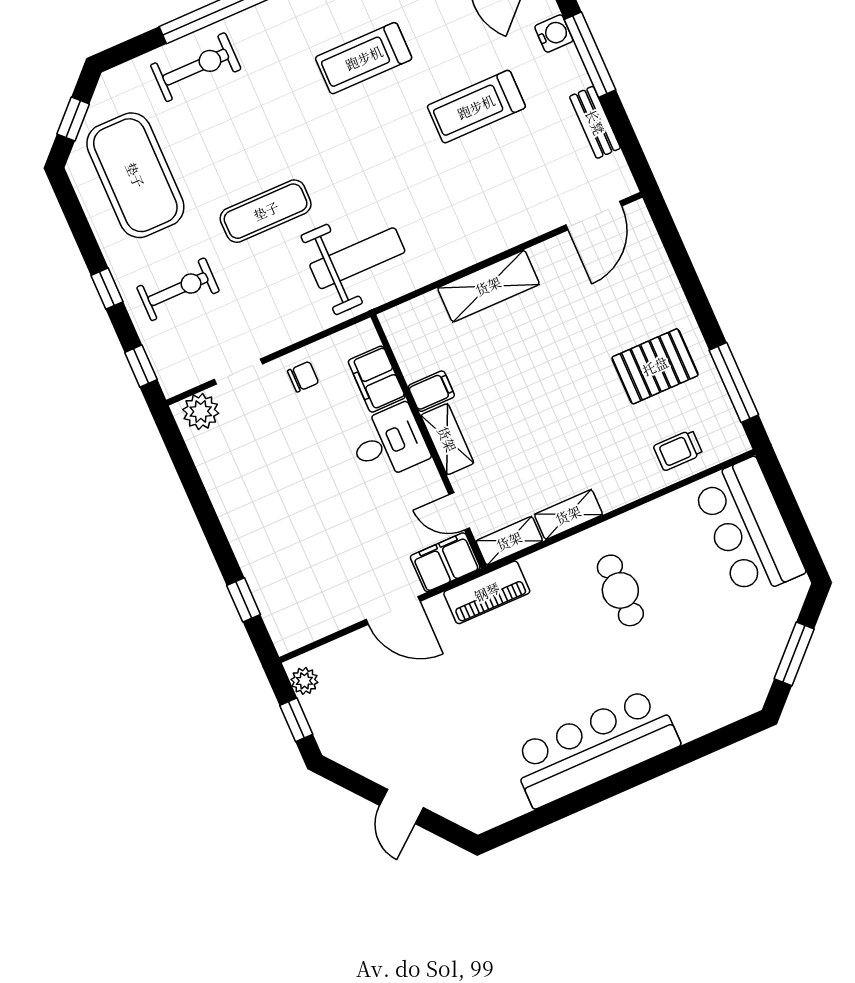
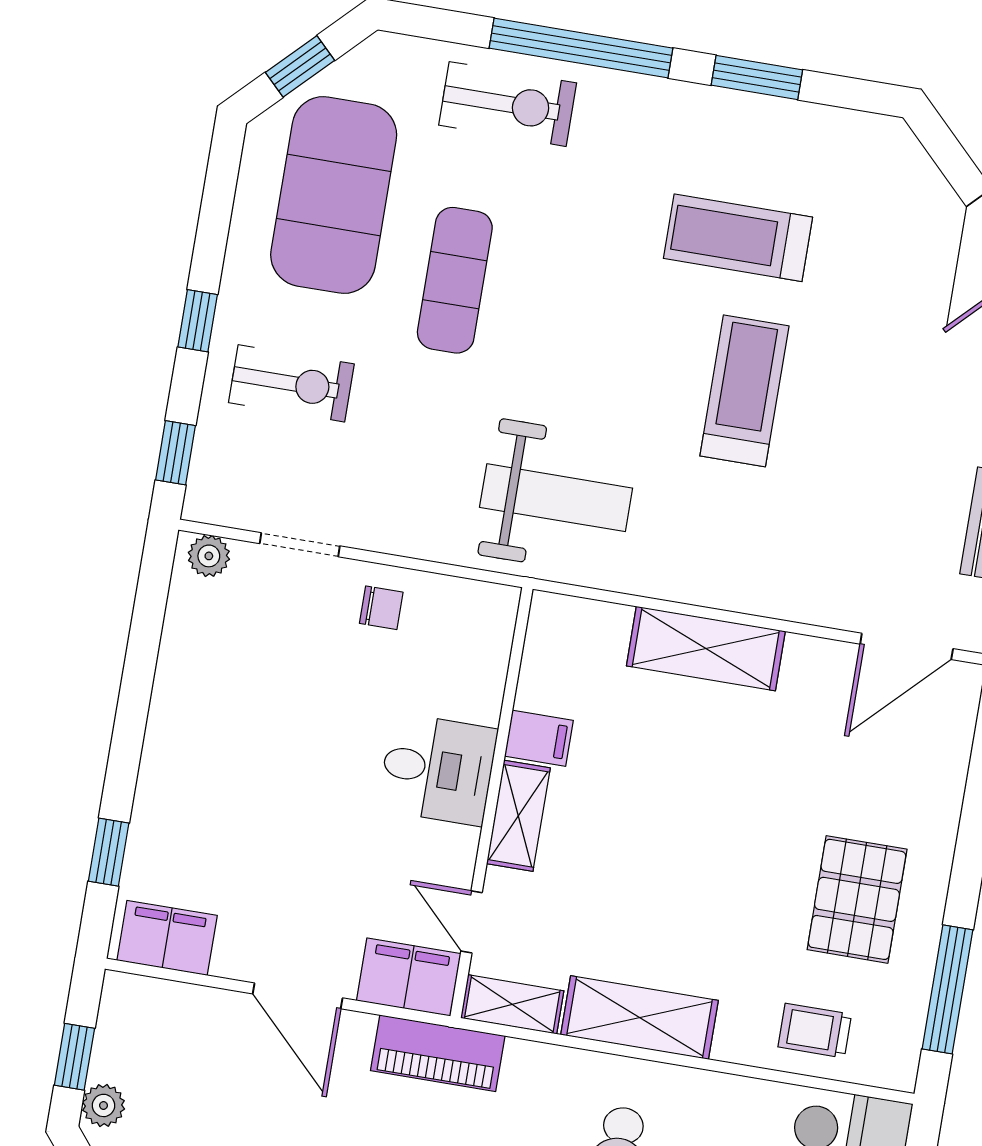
treadmill: (476, 107) -> (744, 391), moved, turned 90
exercise mat: (266, 211) -> (455, 280), moved, turned 90
pallet: (655, 366) -> (857, 899), turned 90
filing cabinet: (377, 379) -> (167, 938), moved, turned 90
plant: (201, 411) -> (209, 556), width x0.73, depth x0.73
shelving: (568, 515) -> (639, 1018), width x1.50, depth x1.33
plant: (304, 681) -> (103, 1105), moved

